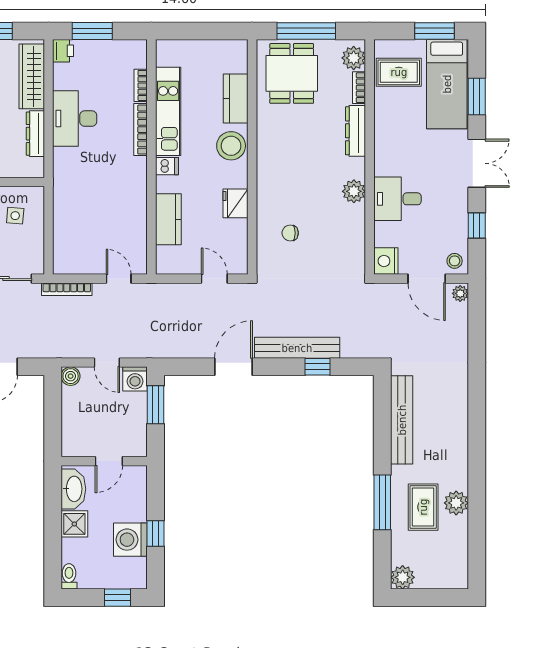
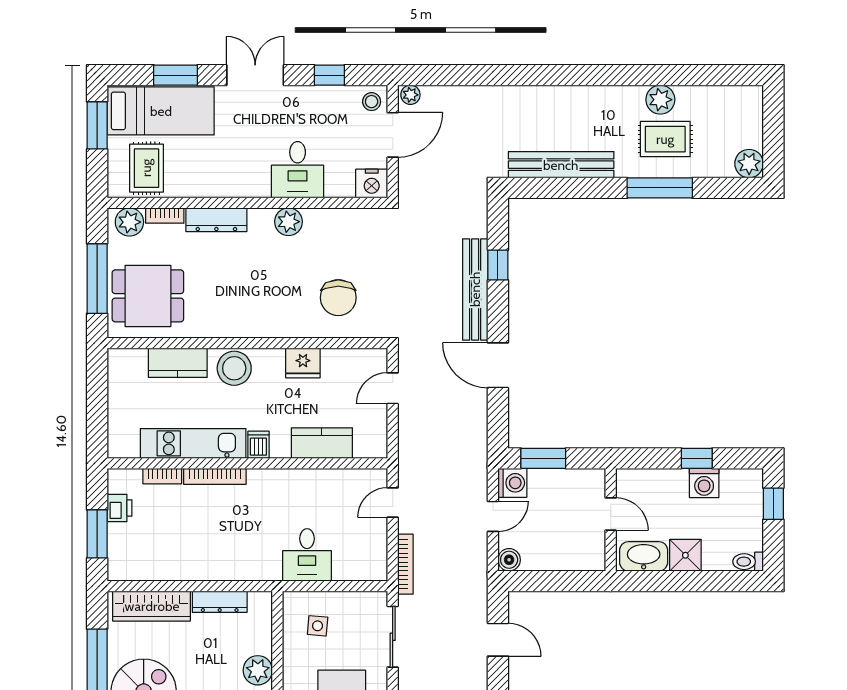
printer: (63, 51) -> (120, 508), moved, turned 90
desk: (75, 119) -> (307, 555), moved, width x0.73
chair: (290, 233) -> (338, 298), width x1.87, depth x1.87
washing machine: (130, 540) -> (704, 483), width x0.73, depth x0.73

